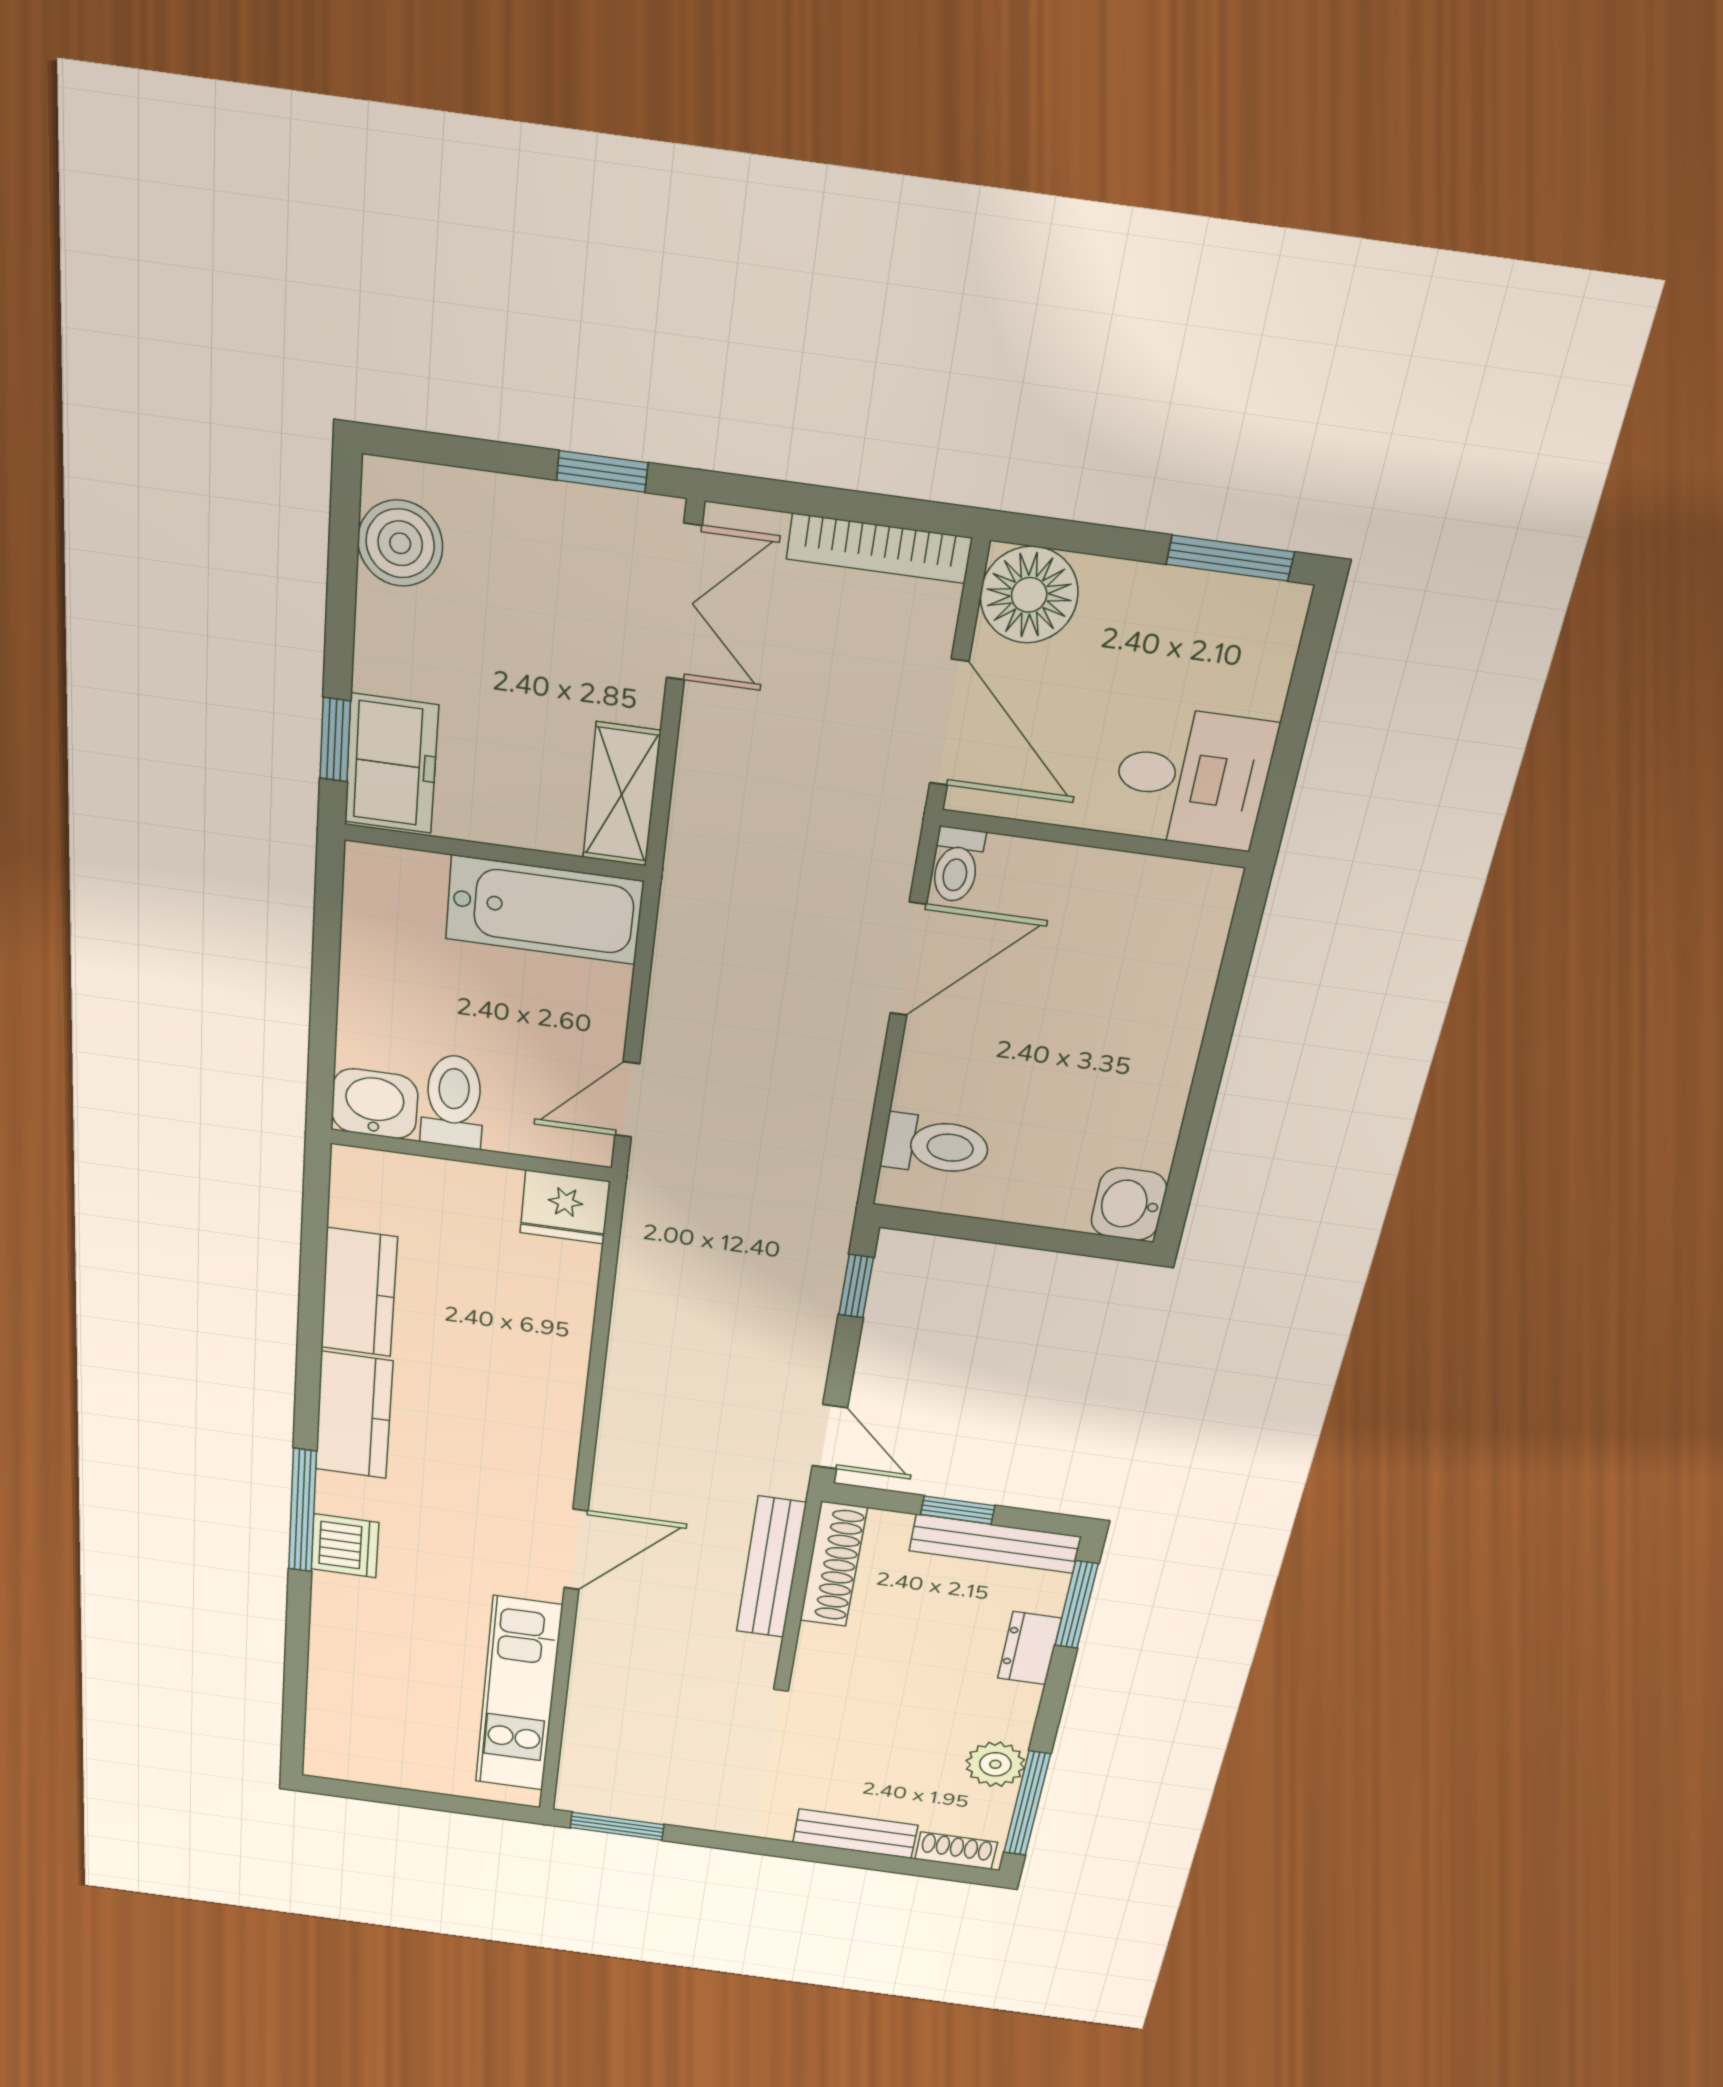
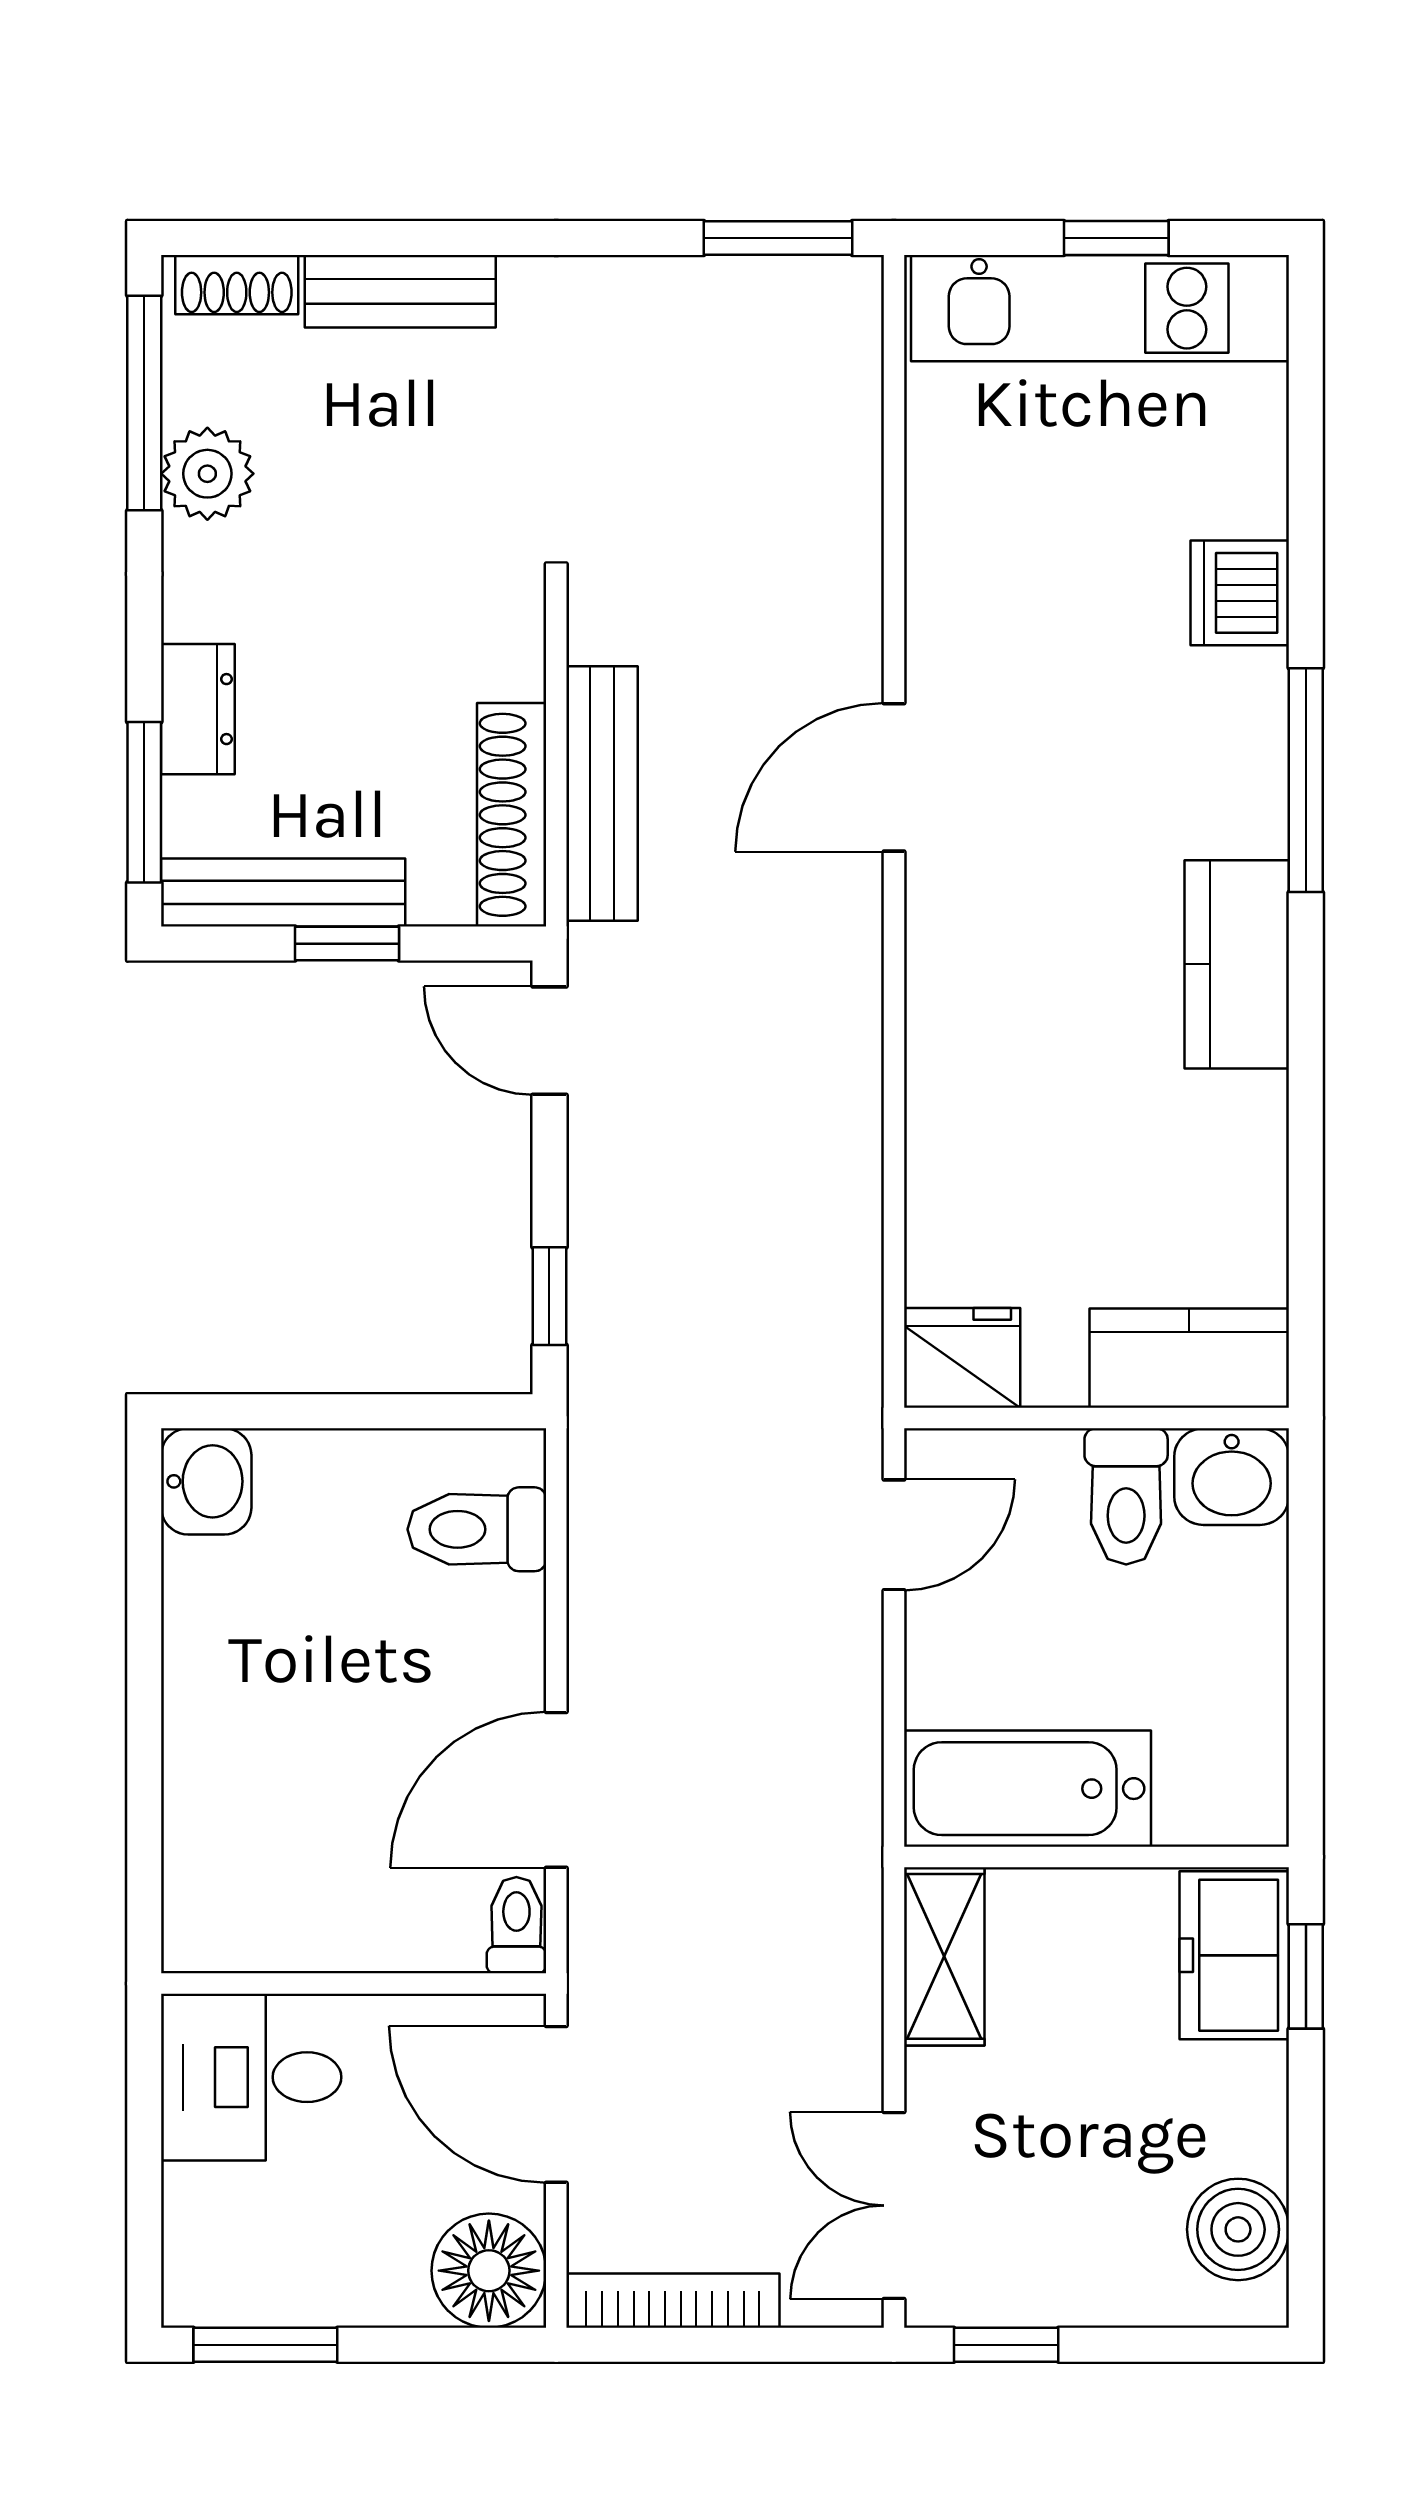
kitchen counter: (359, 1293) -> (1189, 1358), moved, turned 90
dishwasher: (345, 1546) -> (1240, 593), moved
kitchen unit: (518, 1695) -> (1100, 308), moved, turned 90
window: (408, 1798) -> (1116, 238), added

